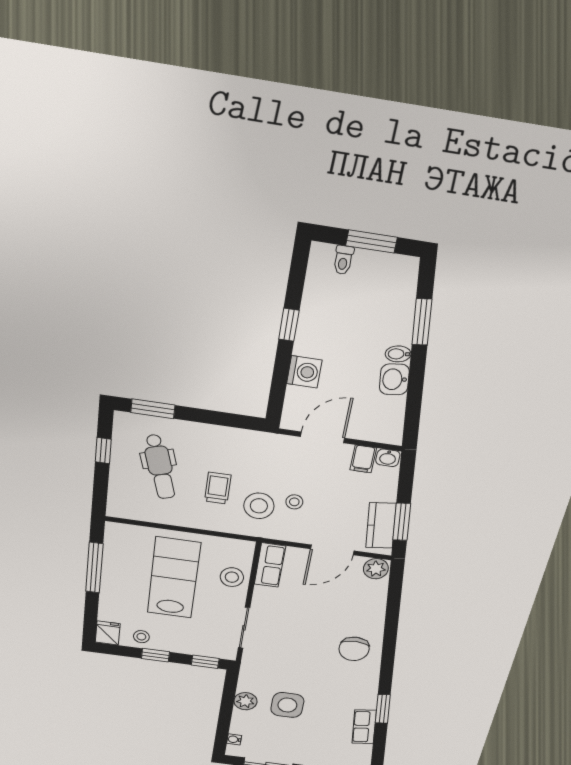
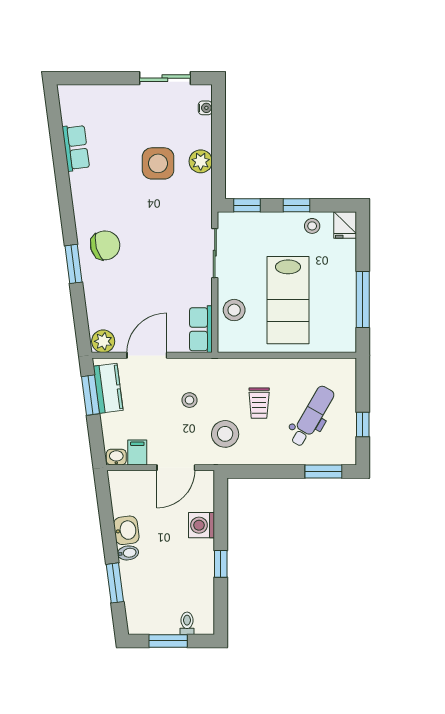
dental chair: (160, 467) -> (312, 416), turned 47
stool: (259, 506) -> (225, 434), moved
chair: (354, 649) -> (105, 245), turned 74
window: (383, 709) -> (73, 264), moved

